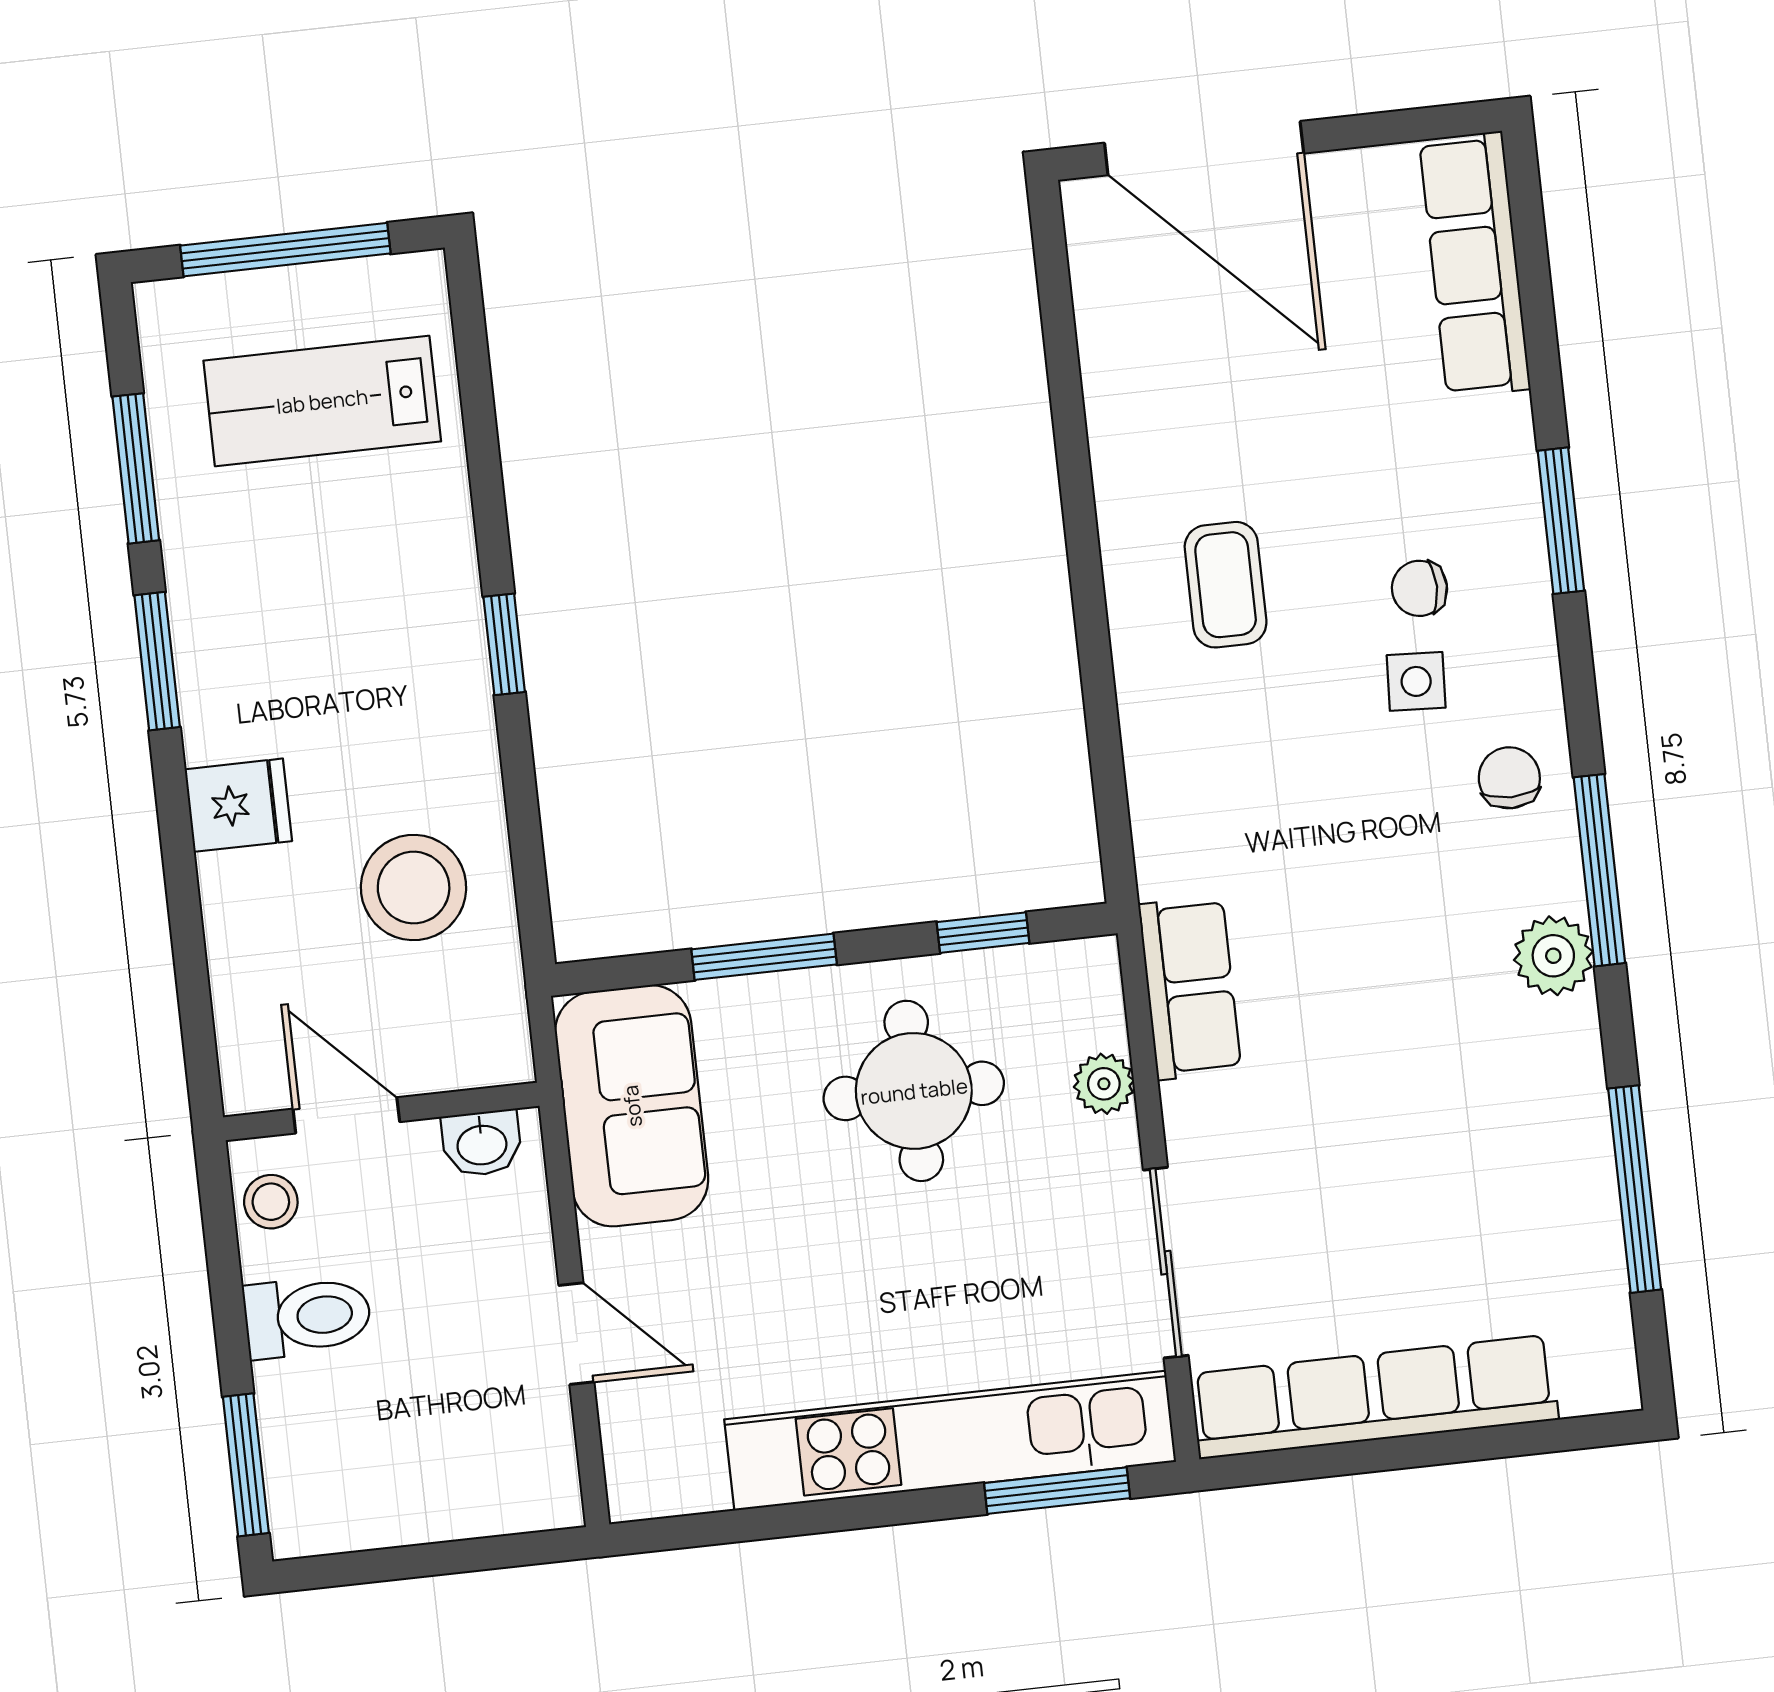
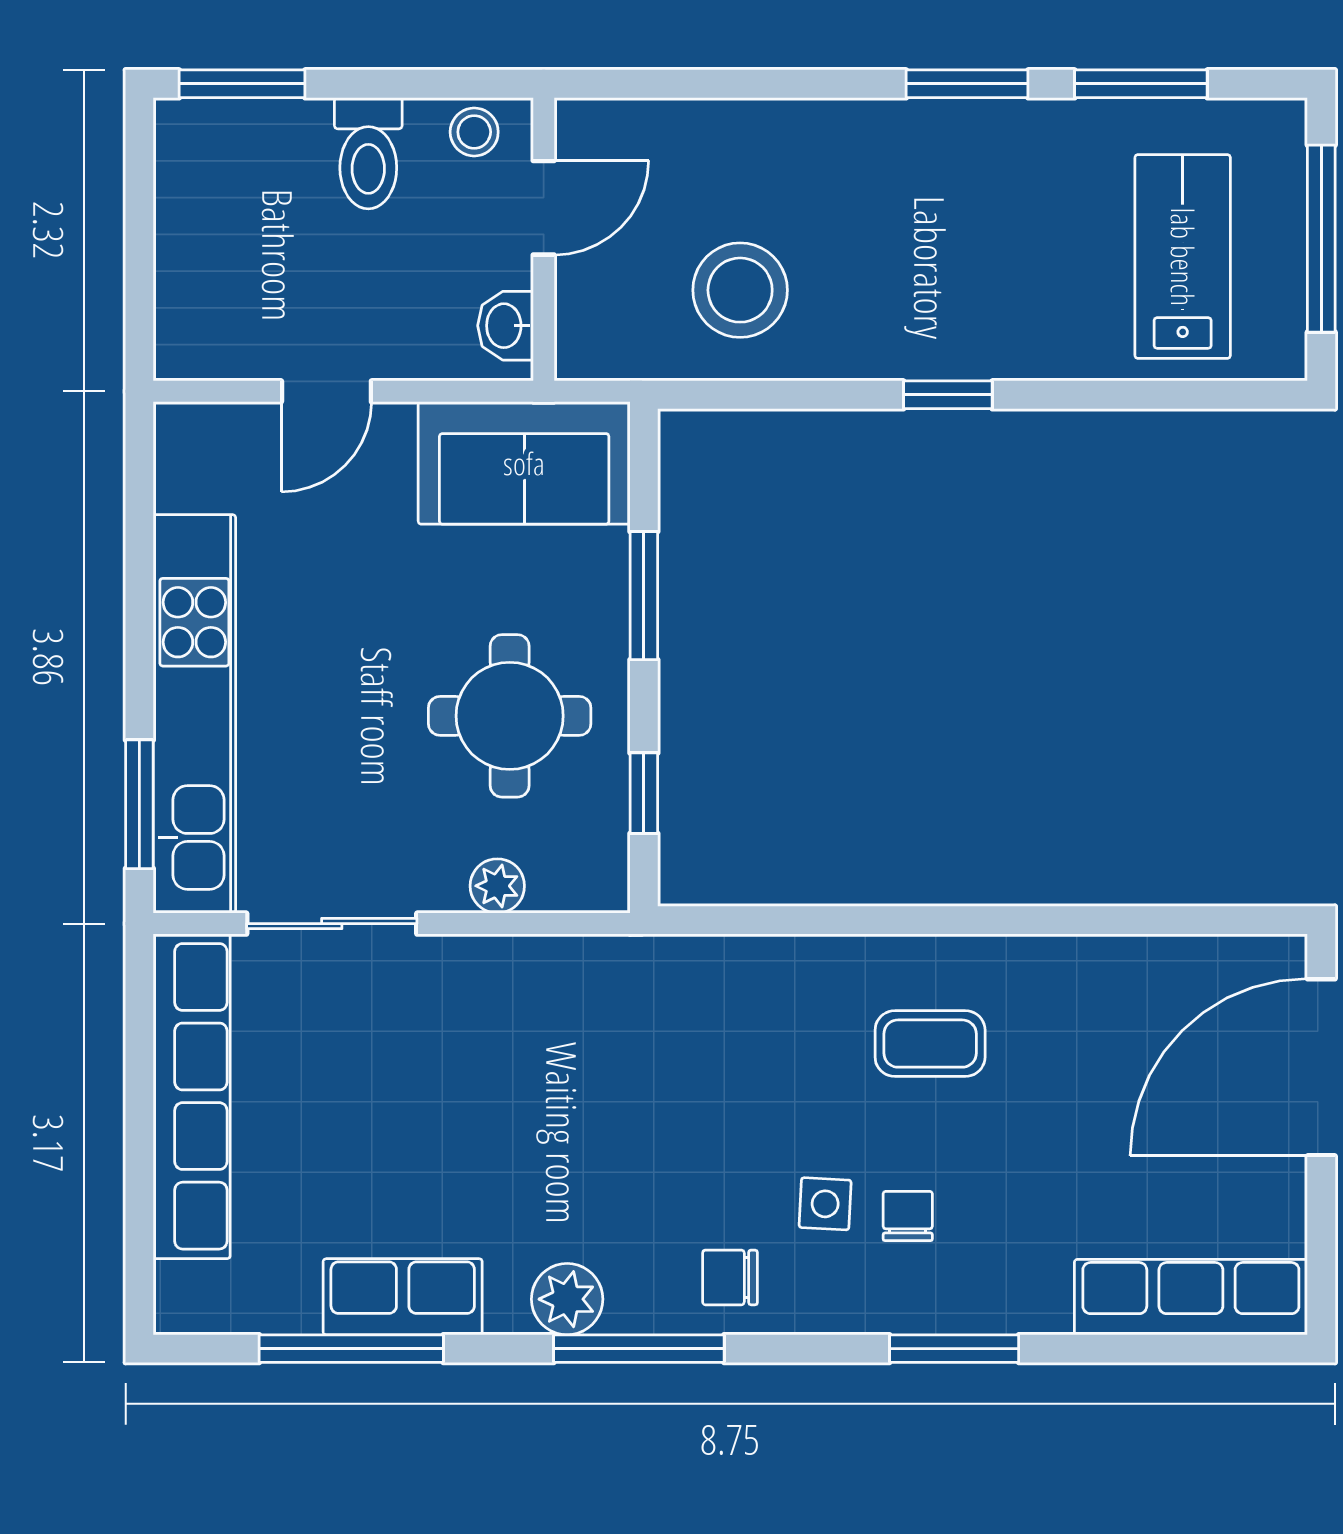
chair: (1509, 778) -> (730, 1277), turned 180
fridge: (238, 805) -> (831, 142), removed
row of seats: (1190, 988) -> (403, 1297), moved, turned 180

